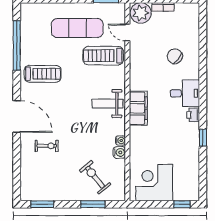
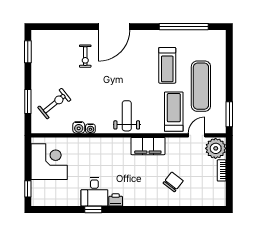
treadmill: (43, 74) -> (167, 65), moved
desk: (185, 93) -> (94, 192), moved
filing cabinet: (138, 108) -> (148, 146), moved

